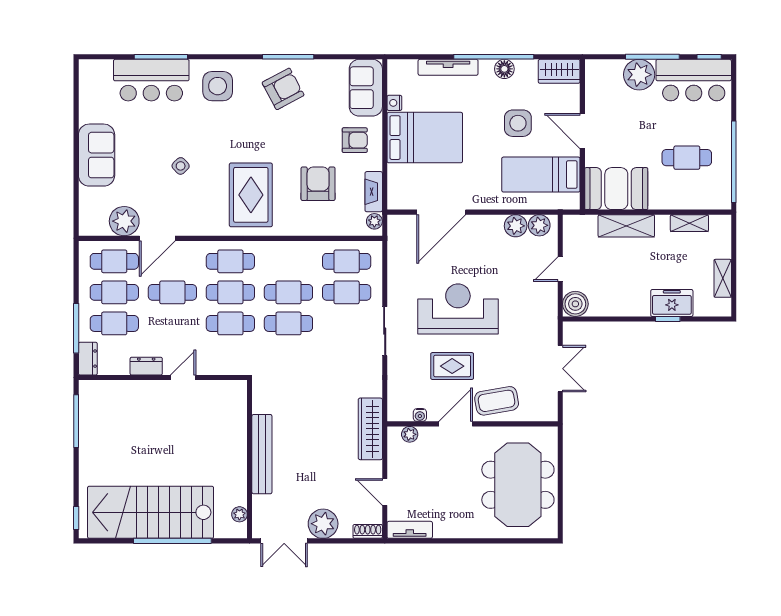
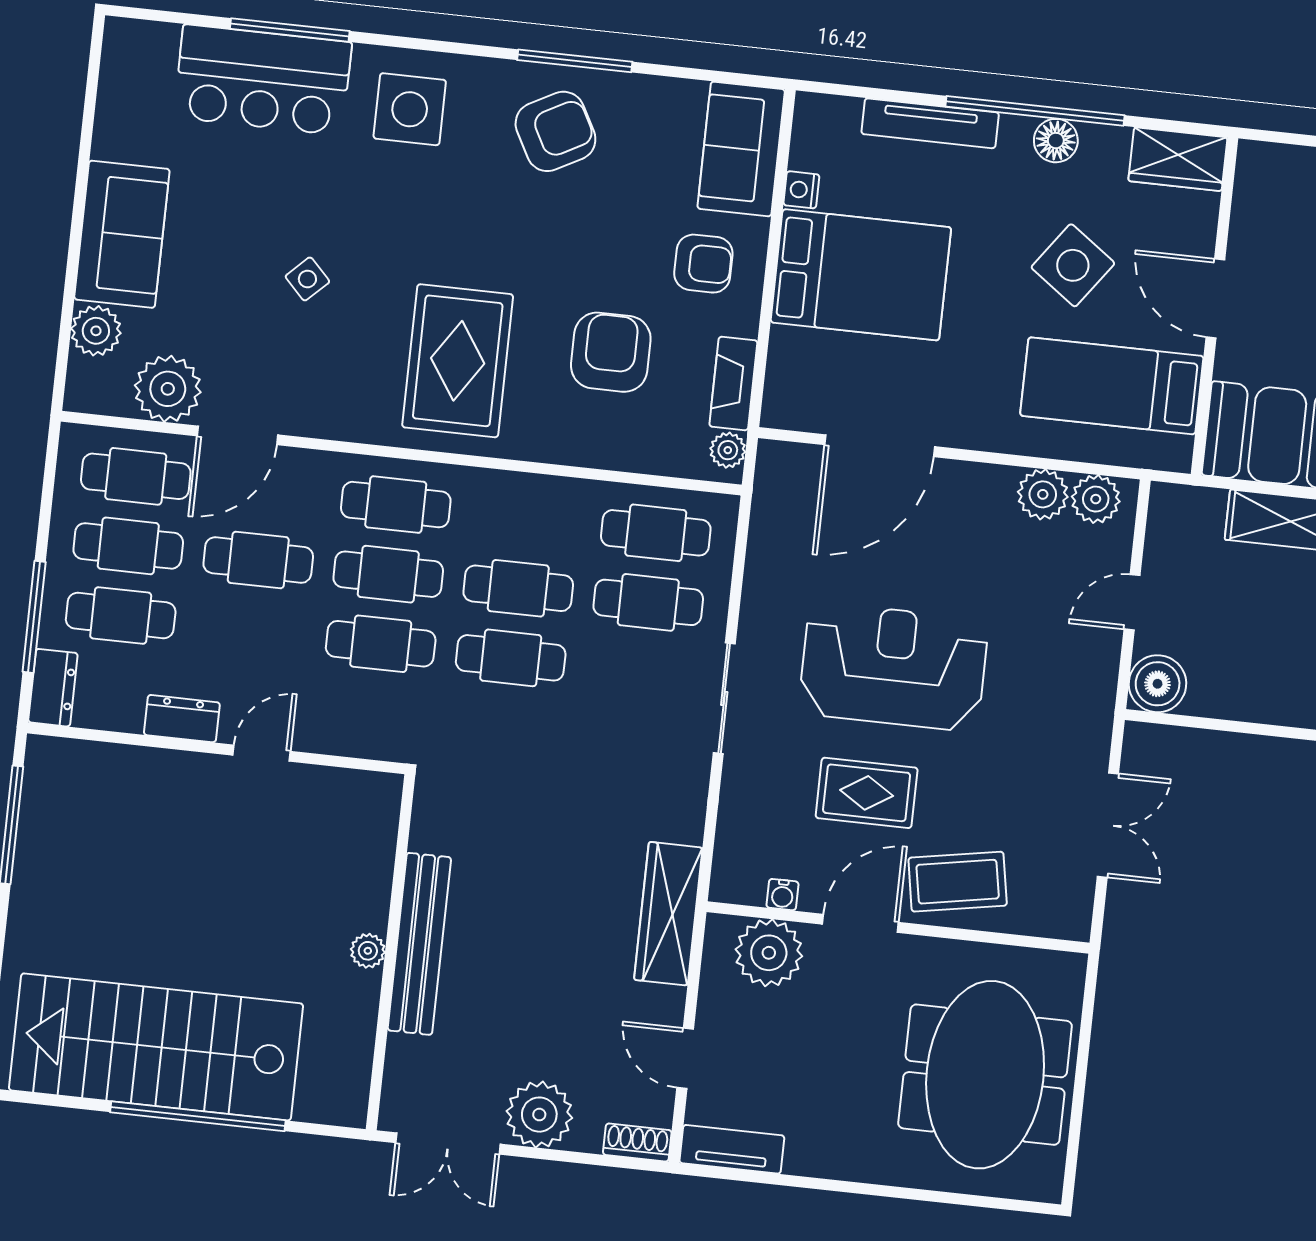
side table: (518, 123) -> (1073, 265), turned 36
plant: (90, 199) -> (96, 331), added
plant: (410, 434) -> (769, 953), width x1.88, depth x1.88
plant: (239, 514) -> (368, 951), moved

